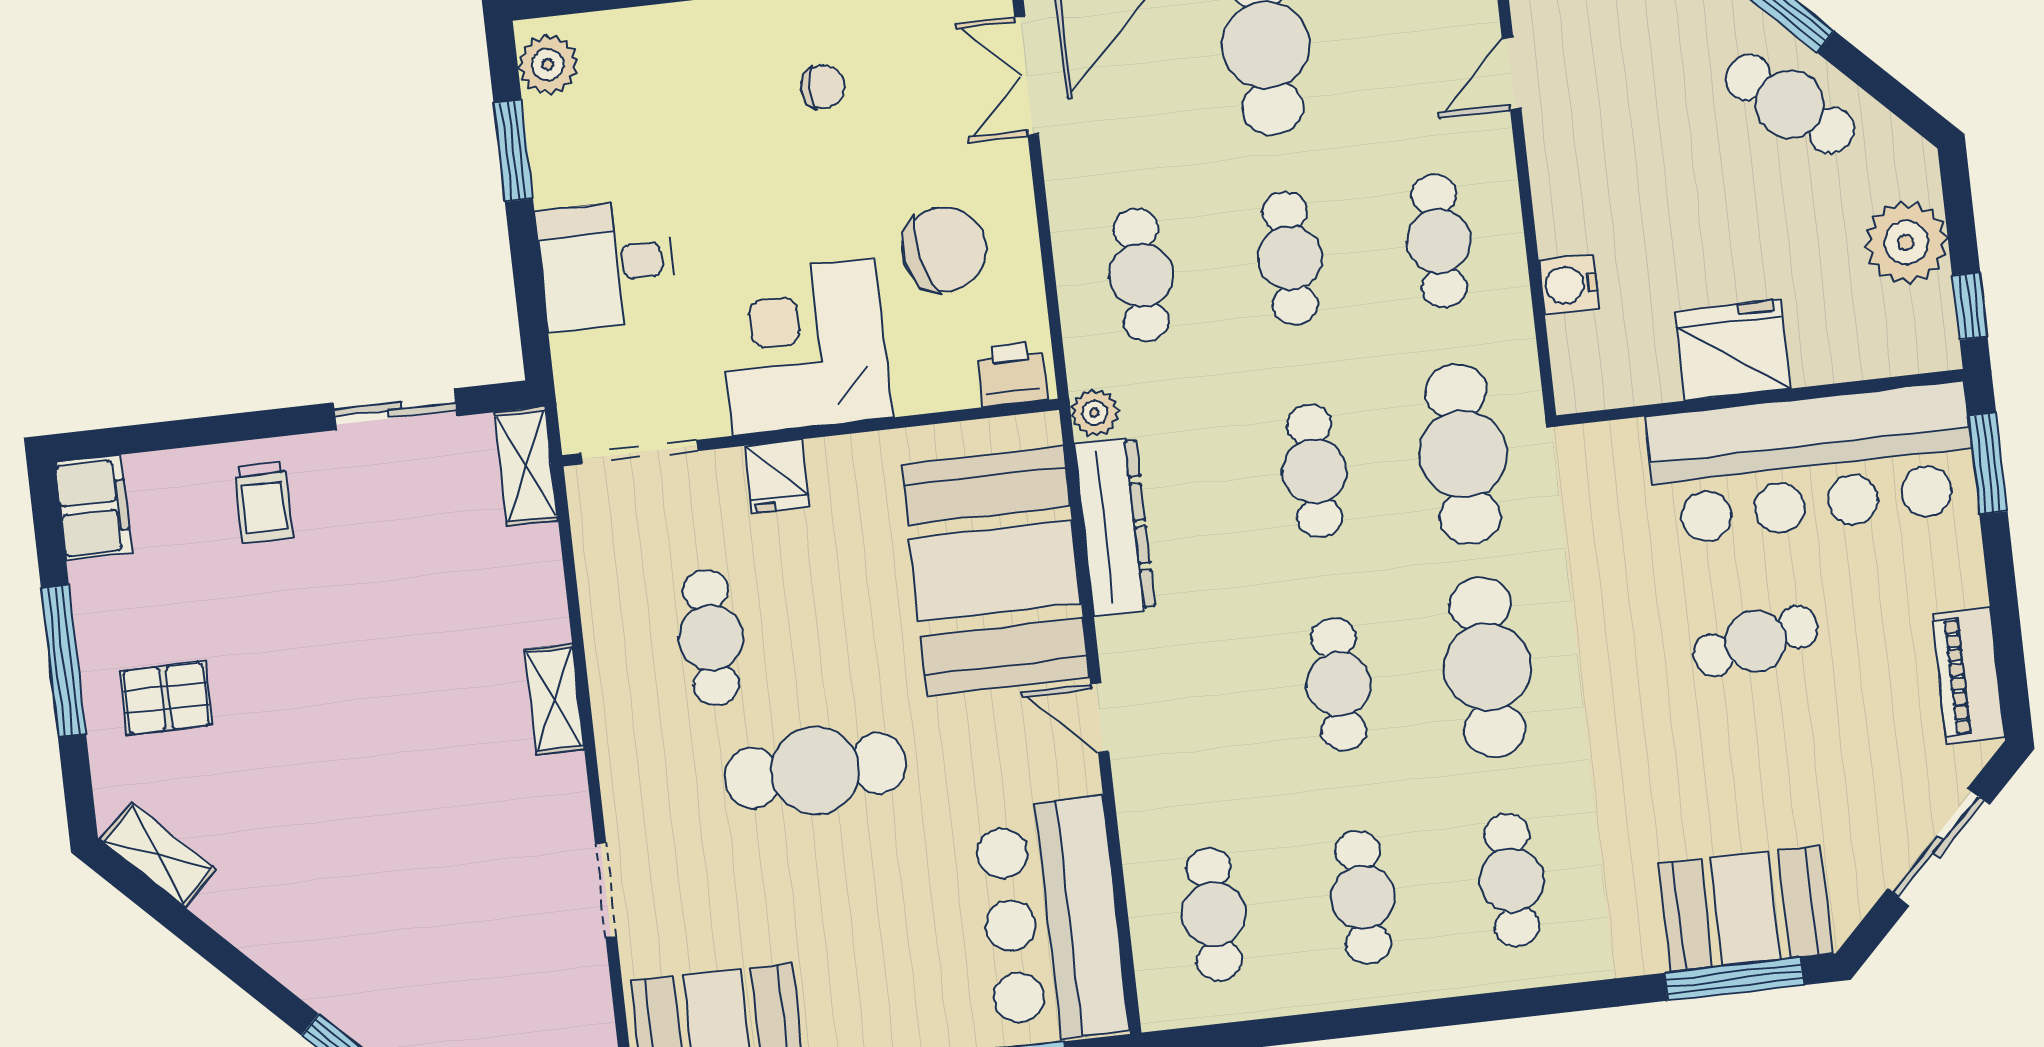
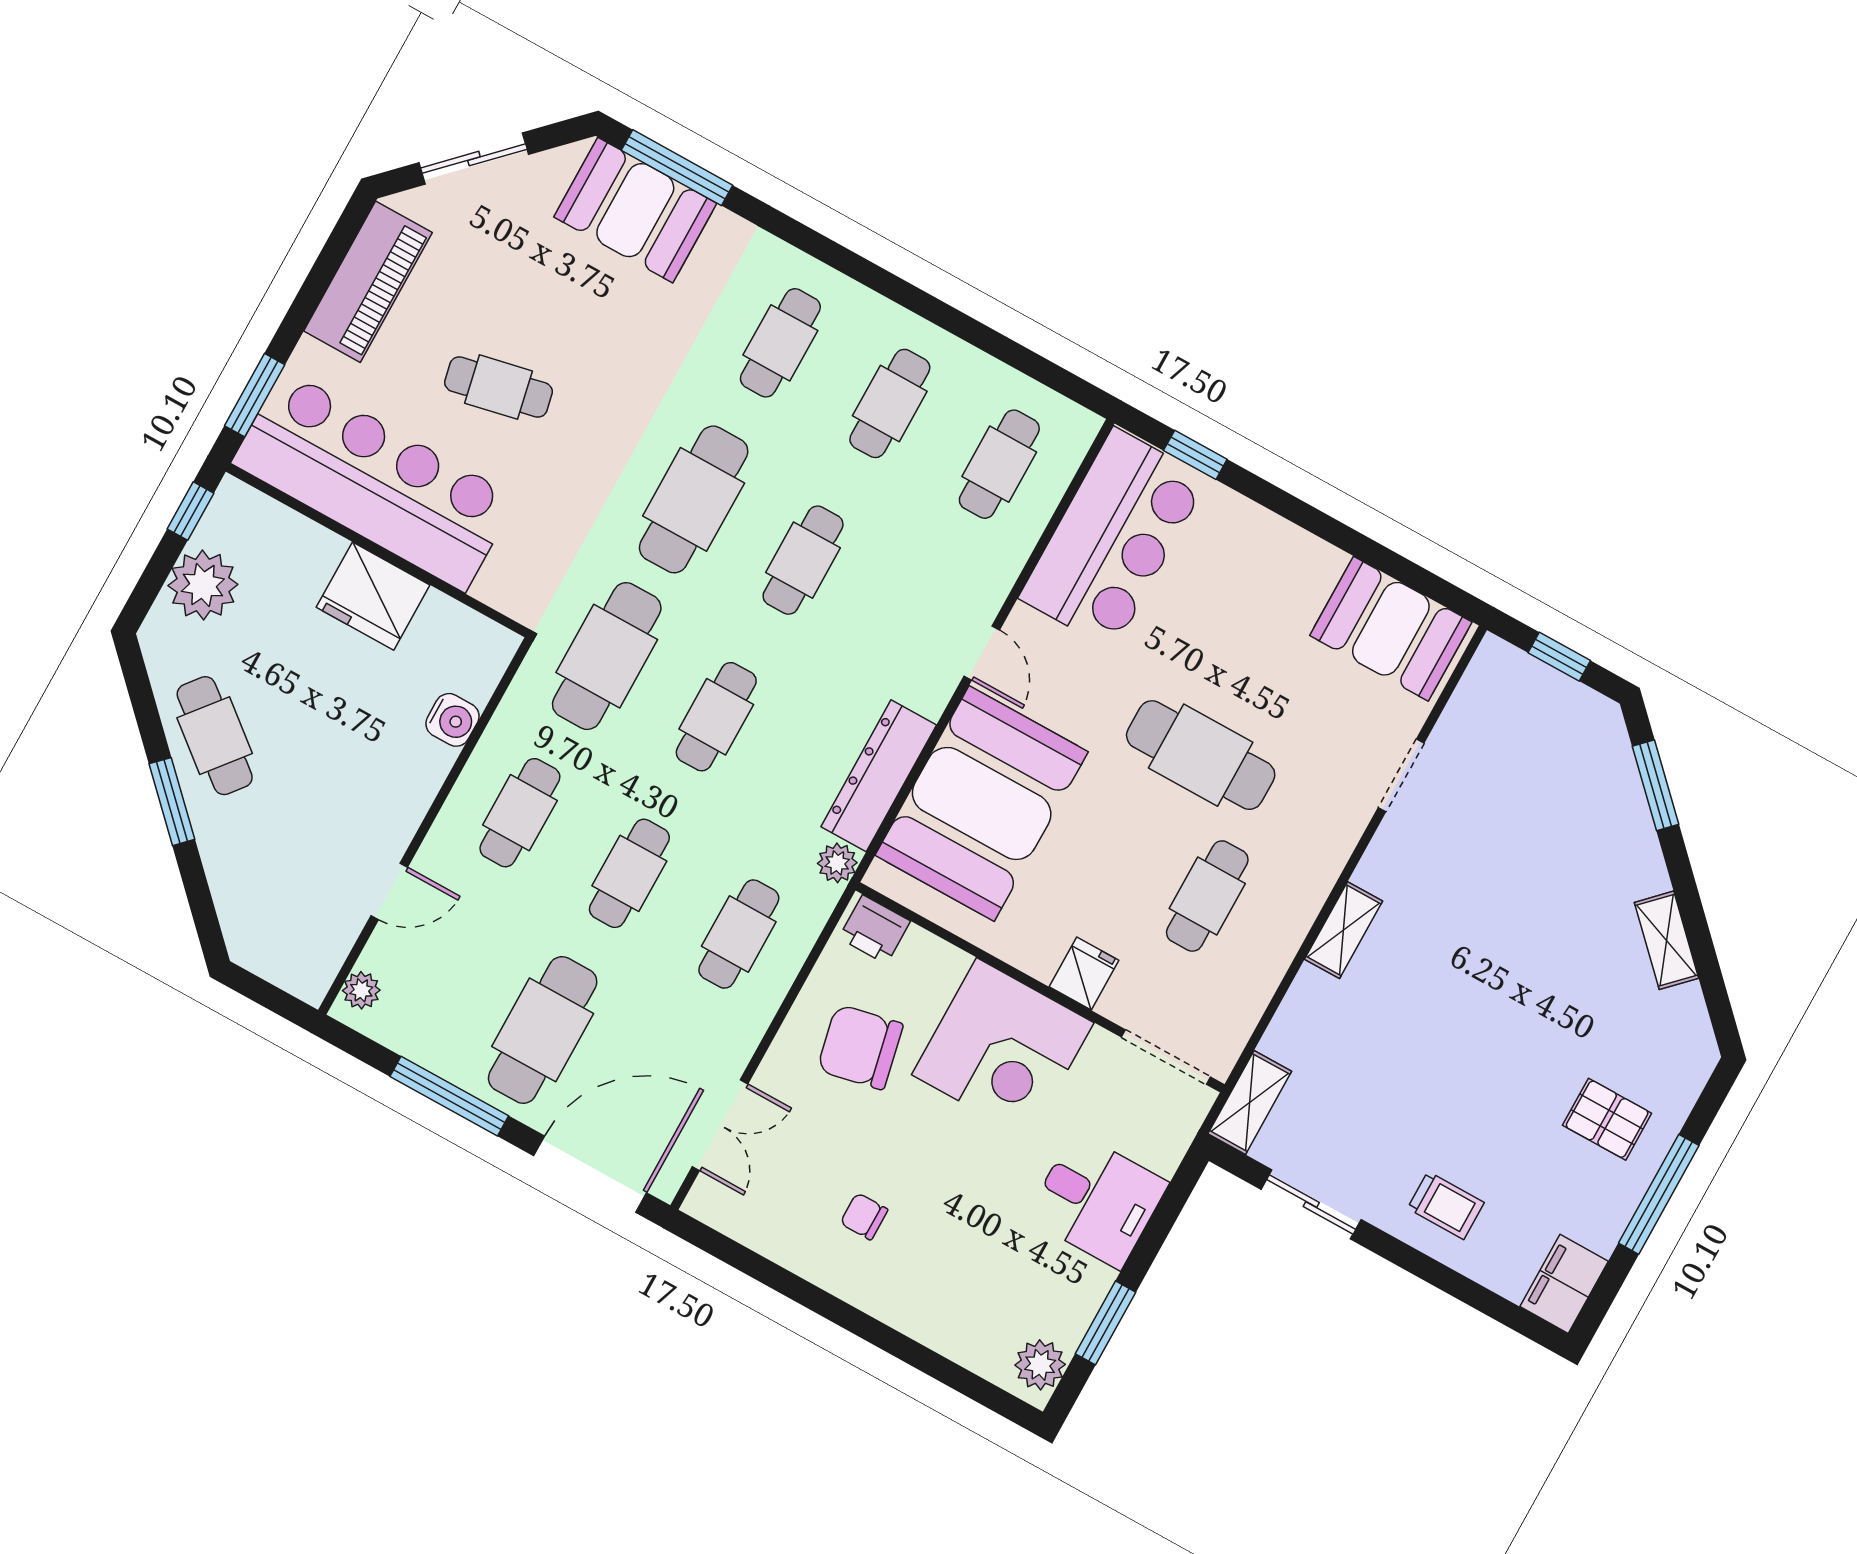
trolley: (263, 502) -> (1446, 1205), turned 90
piano: (1968, 676) -> (368, 282), width x1.37, depth x1.33
shelving: (158, 855) -> (1666, 940), moved

